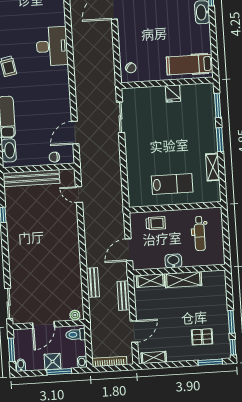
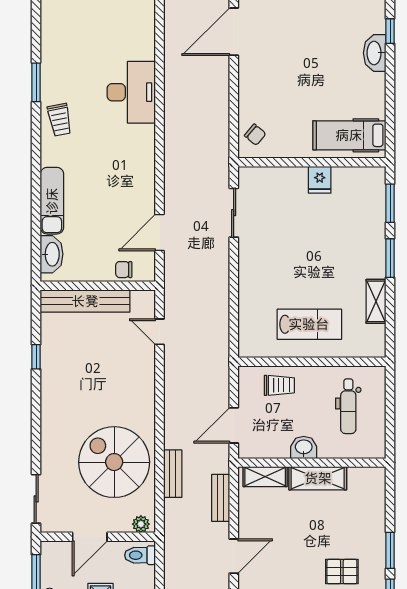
spiral stairs: (56, 277) -> (114, 462), added

